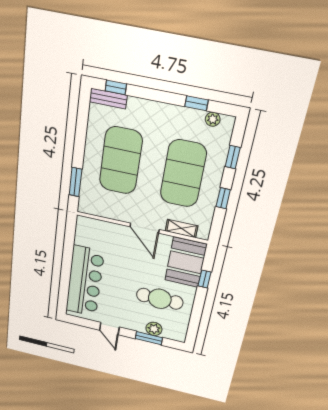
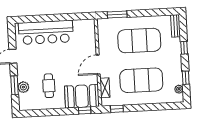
window: (116, 87) -> (184, 48), moved
window: (233, 157) -> (160, 107), removed
window: (223, 198) -> (117, 109), moved
window: (204, 279) -> (85, 110), moved
cafe table: (160, 299) -> (49, 86), width x0.73, depth x0.74

